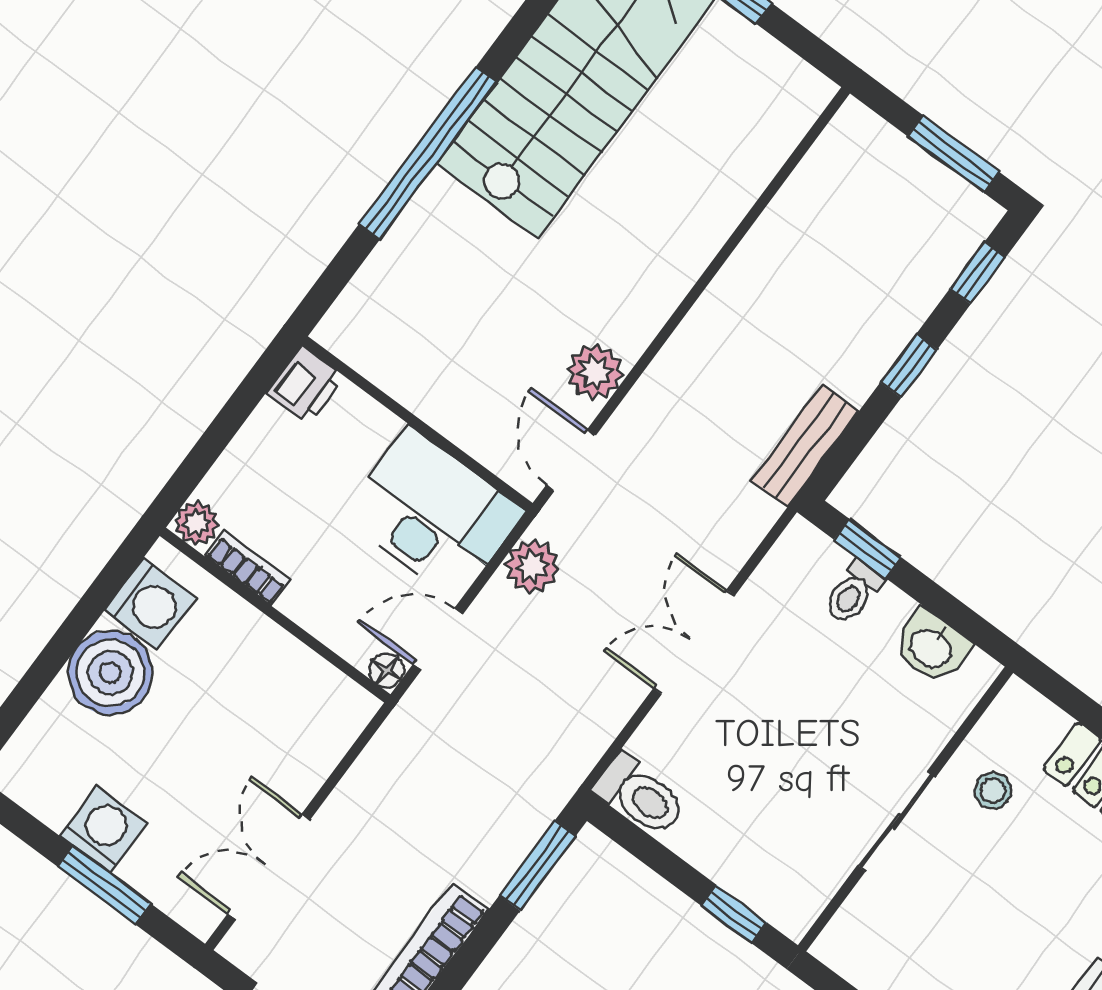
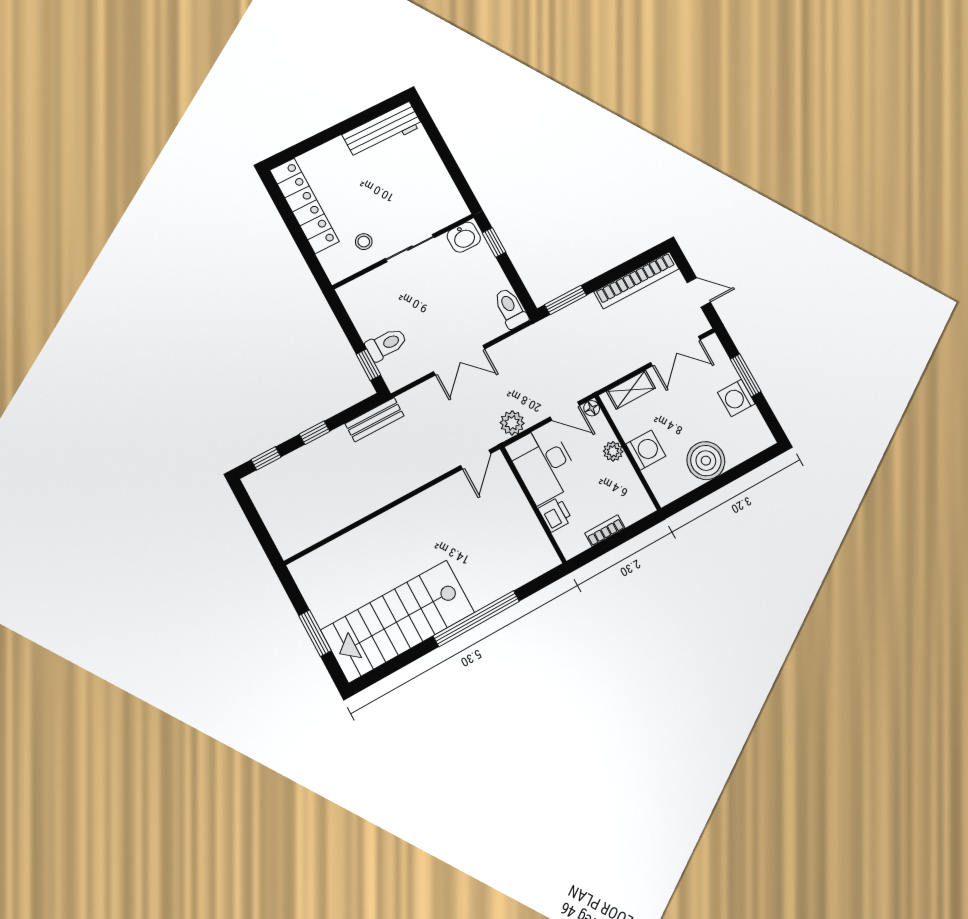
window: (953, 154) -> (252, 514), removed
plant: (595, 372) -> (448, 492), removed
printer: (306, 385) -> (555, 514), moved, turned 90
plant: (197, 523) -> (613, 451), moved
bookcase: (248, 568) -> (605, 531), moved, turned 90
toilet: (853, 592) -> (386, 344), width x1.37, depth x1.39
washing machine: (150, 604) -> (646, 450), moved, turned 90
washbasin: (931, 647) -> (464, 237), moved, turned 90
shelving: (325, 745) -> (631, 390), added

